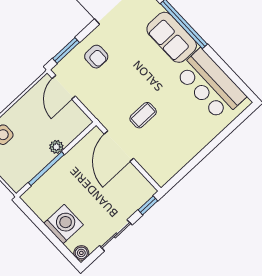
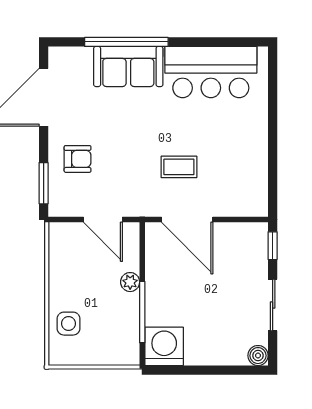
door: (64, 87) -> (103, 220), moved
coffee table: (143, 115) -> (179, 167), turned 90
washing machine: (64, 224) -> (164, 346), moved

